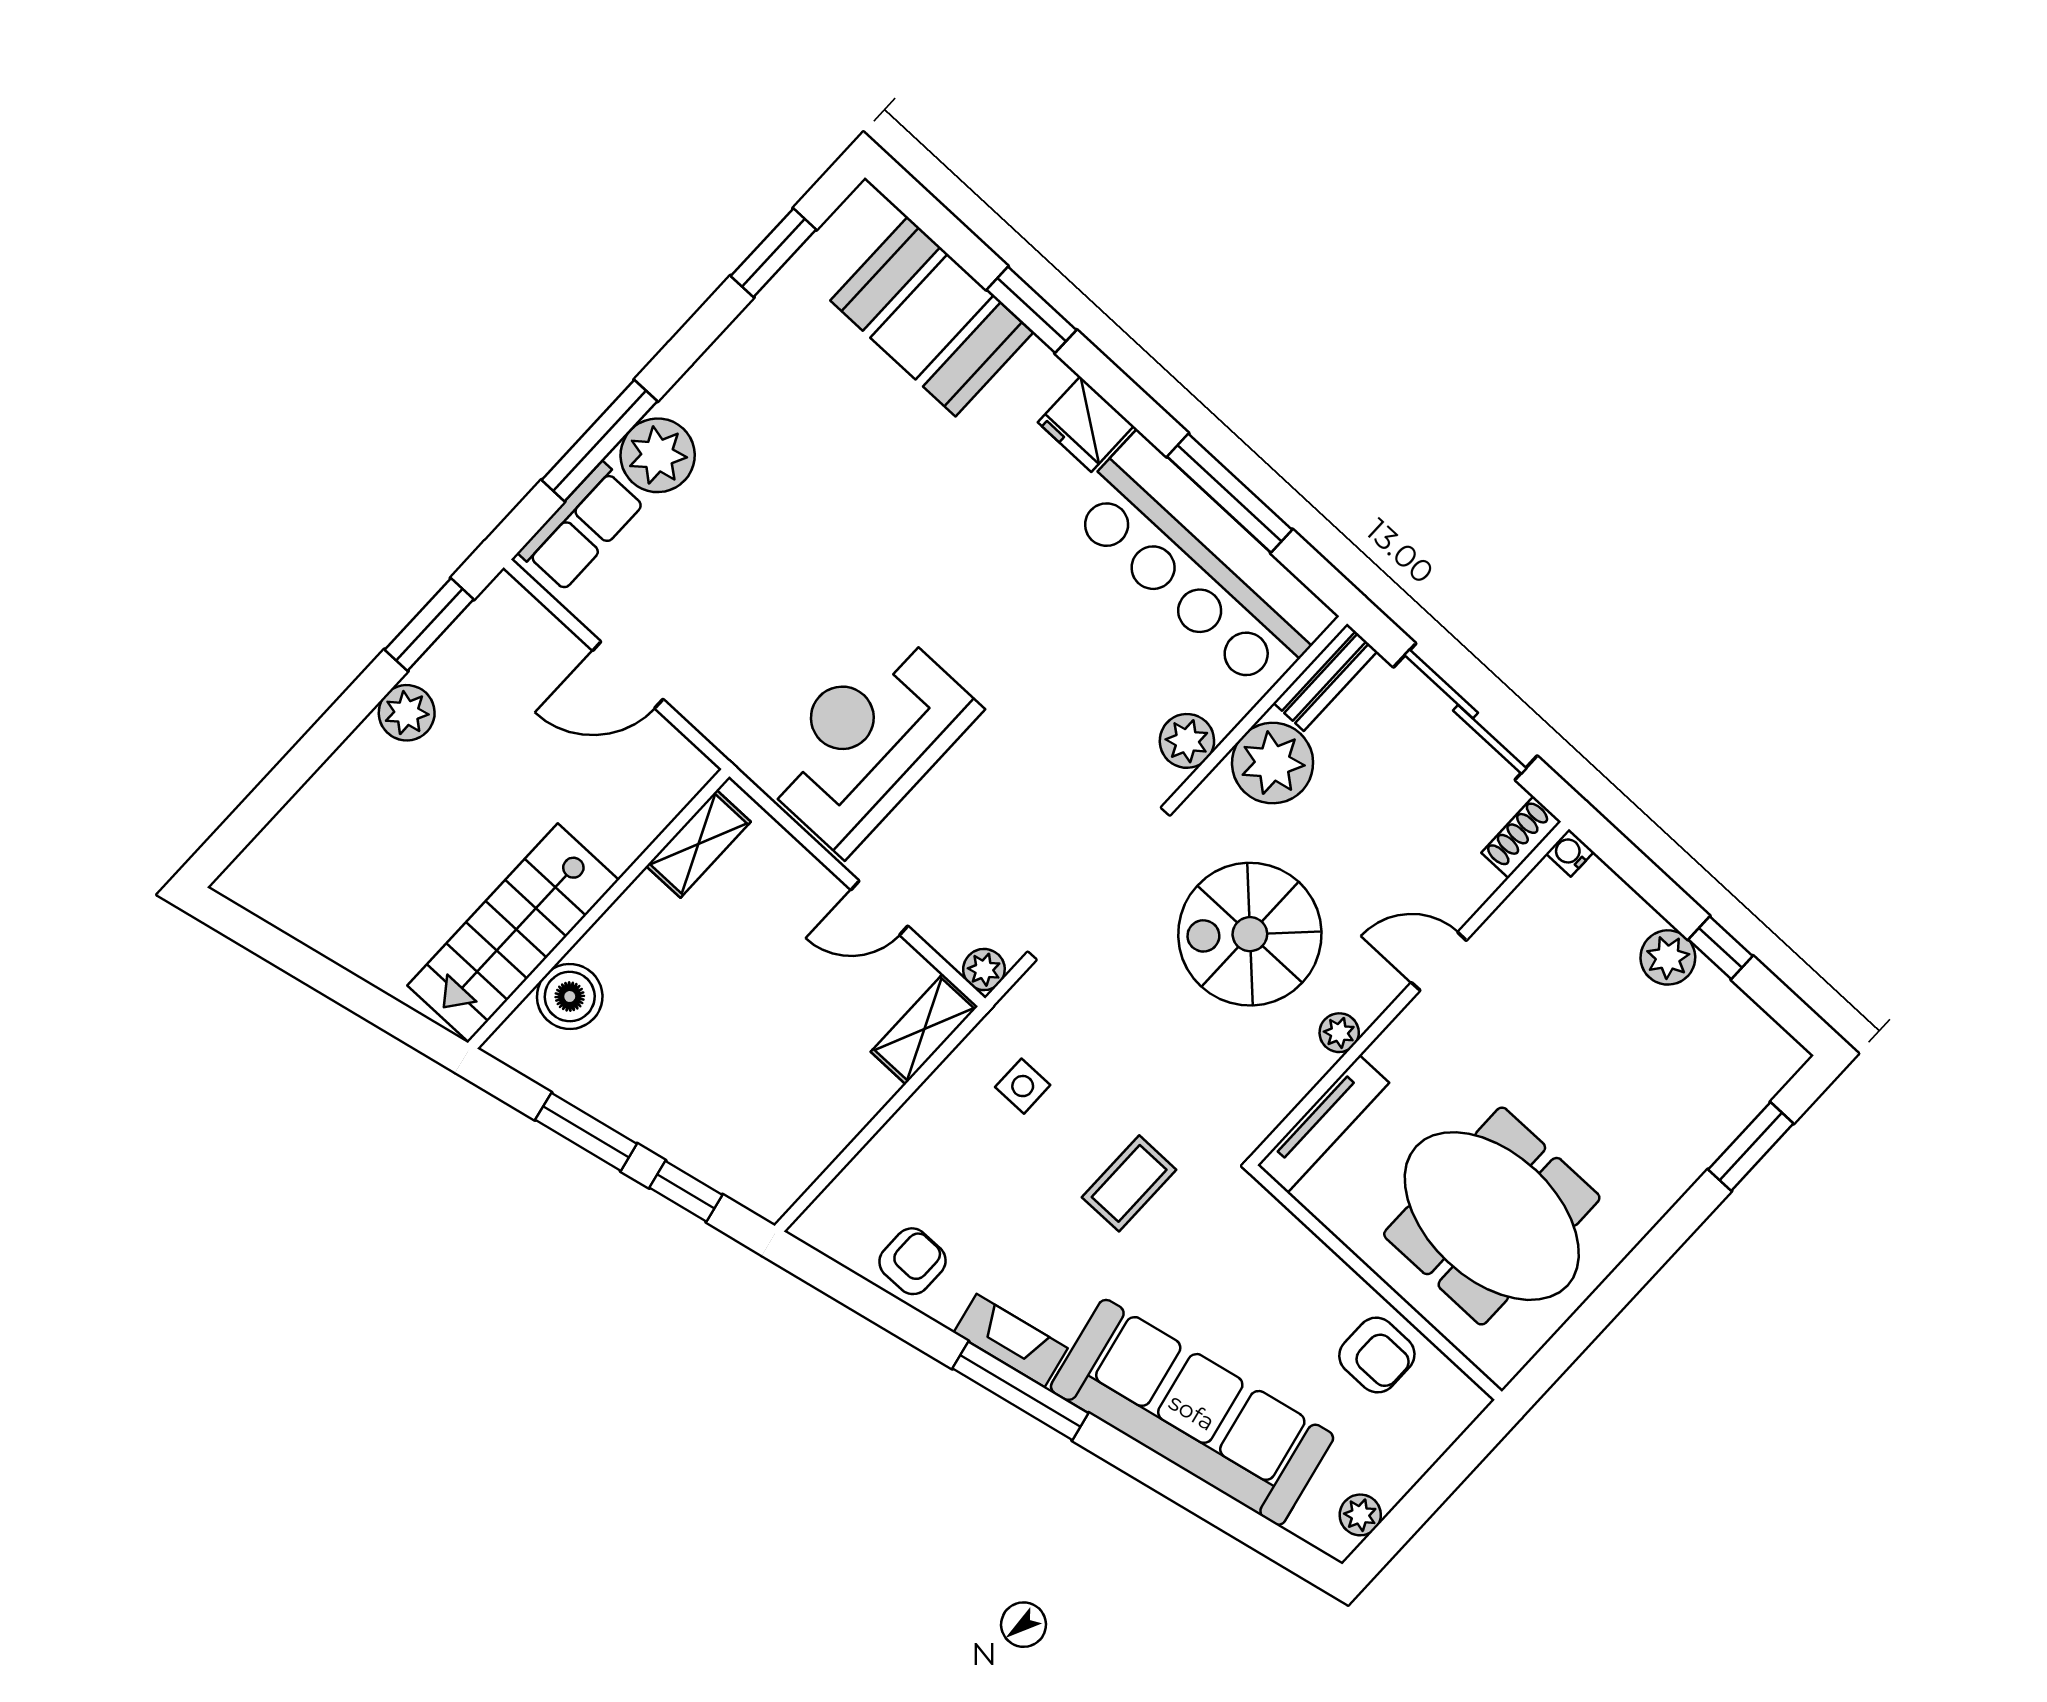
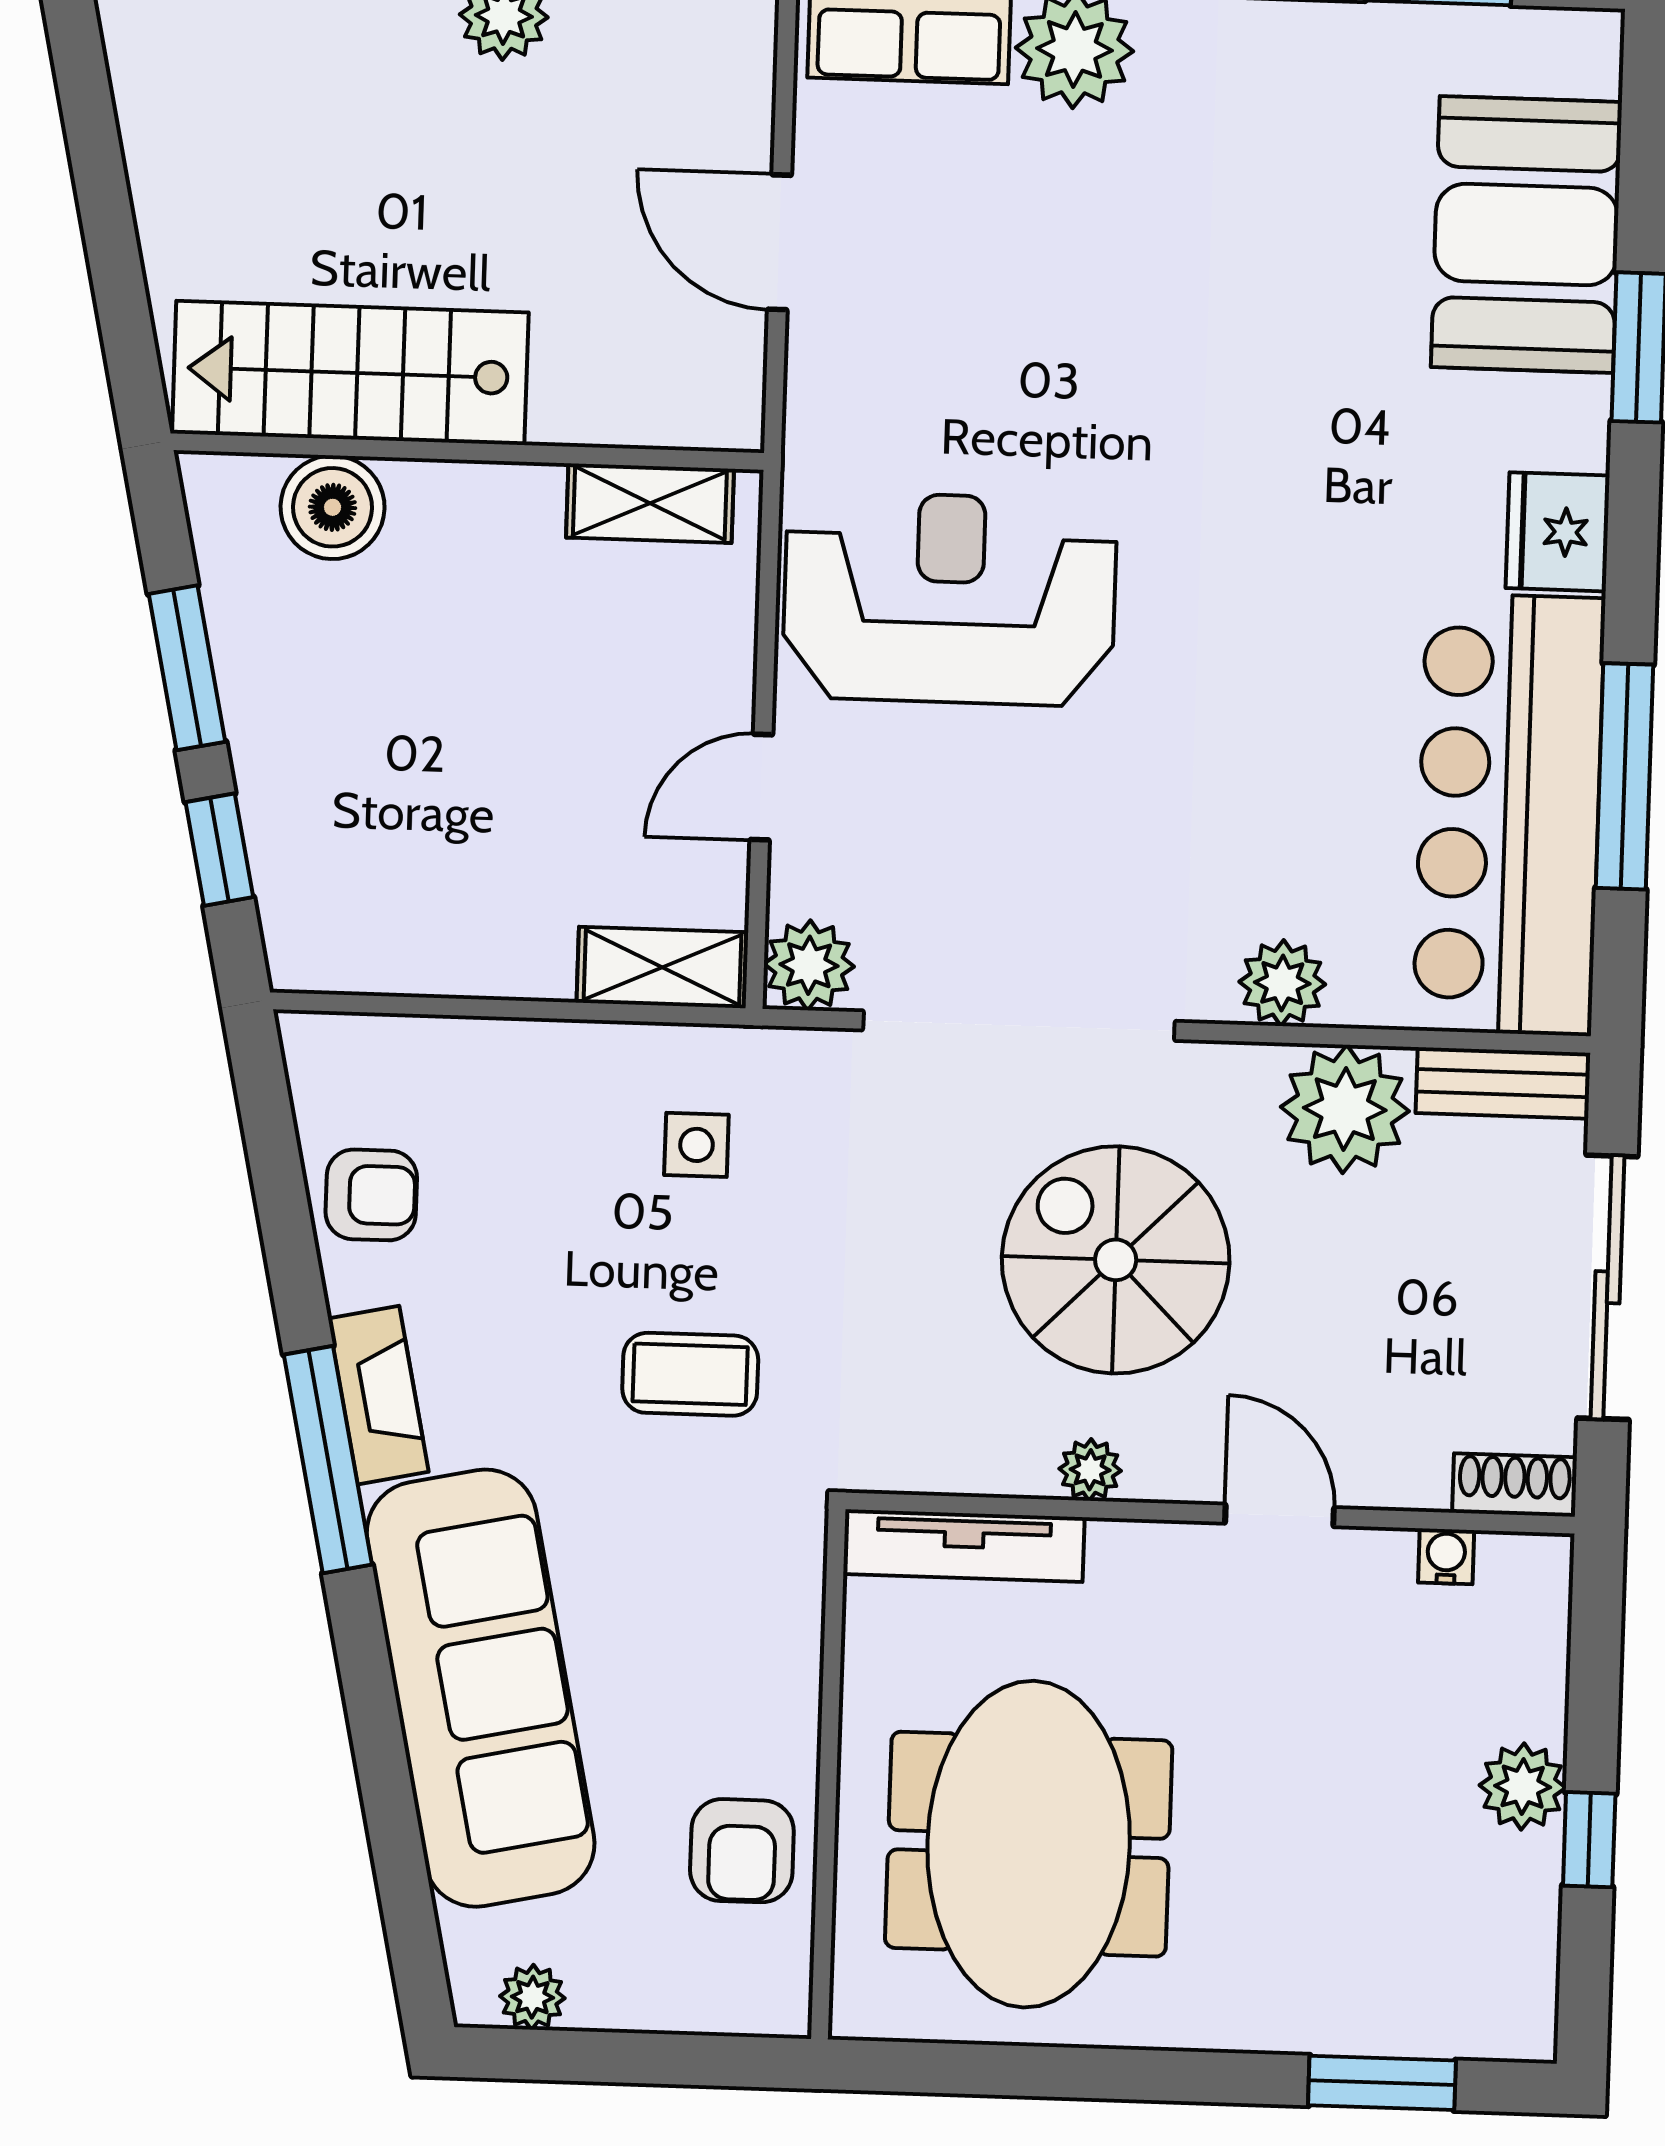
water cooler: (1570, 853) -> (1446, 1556), moved
door: (879, 908) -> (761, 787), hinge flipped
plant: (984, 970) -> (809, 965), width x1.38, depth x1.38

